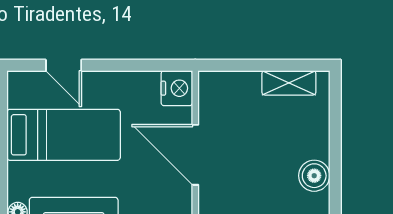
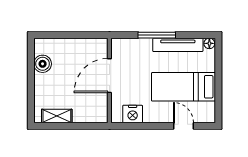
nightstand: (177, 88) -> (133, 114), moved, turned -90
door: (195, 155) -> (109, 76), swing flipped

